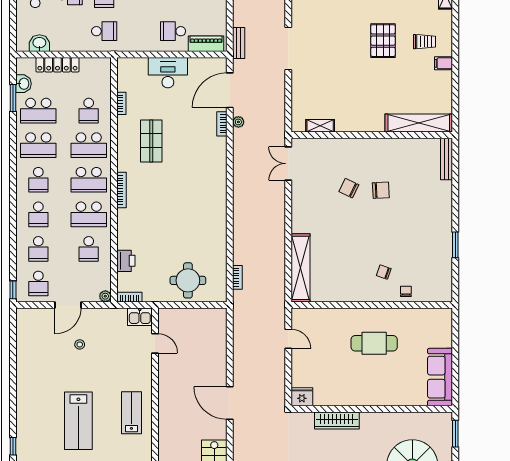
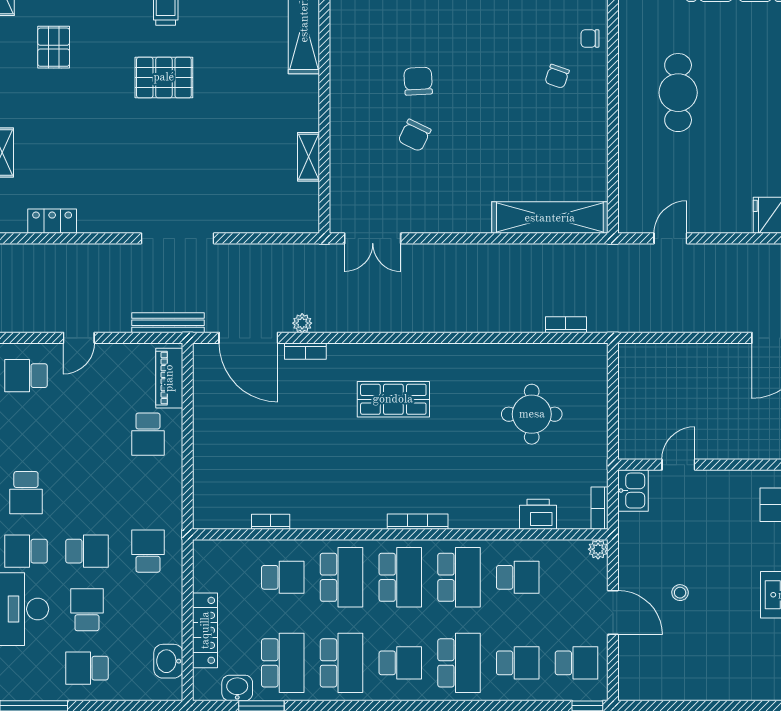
bench: (239, 43) -> (168, 323), width x1.36
desk: (168, 73) -> (219, 443), removed
shelving: (320, 126) -> (309, 157), moved
shop shelf: (151, 141) -> (393, 399), moved
school desk: (38, 214) -> (459, 663), width x1.85
round table: (188, 280) -> (532, 414), moved

